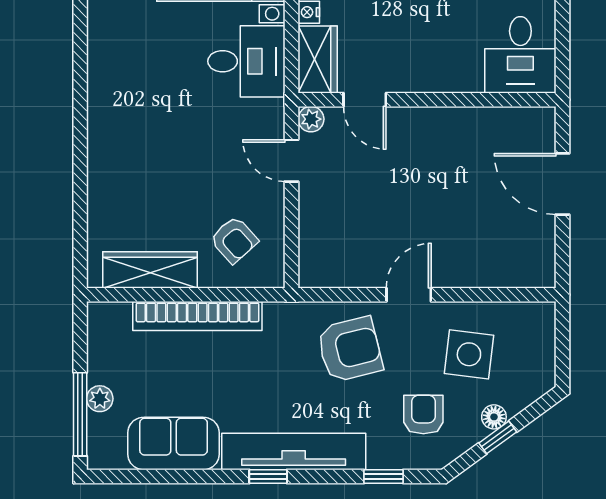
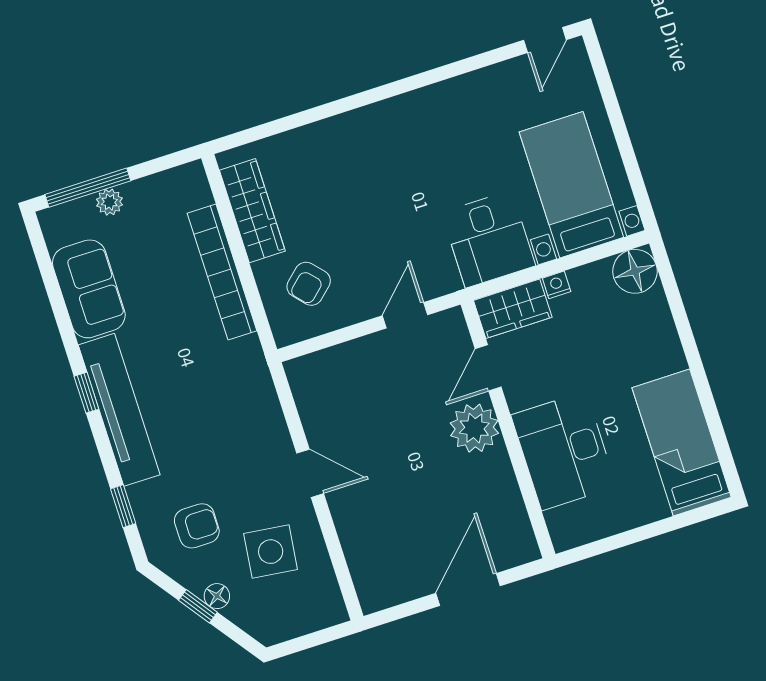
desk: (520, 55) -> (564, 451), moved, width x1.37
plant: (311, 119) -> (474, 428), moved, width x1.88, depth x1.88
armchair: (350, 349) -> (238, 433), removed

